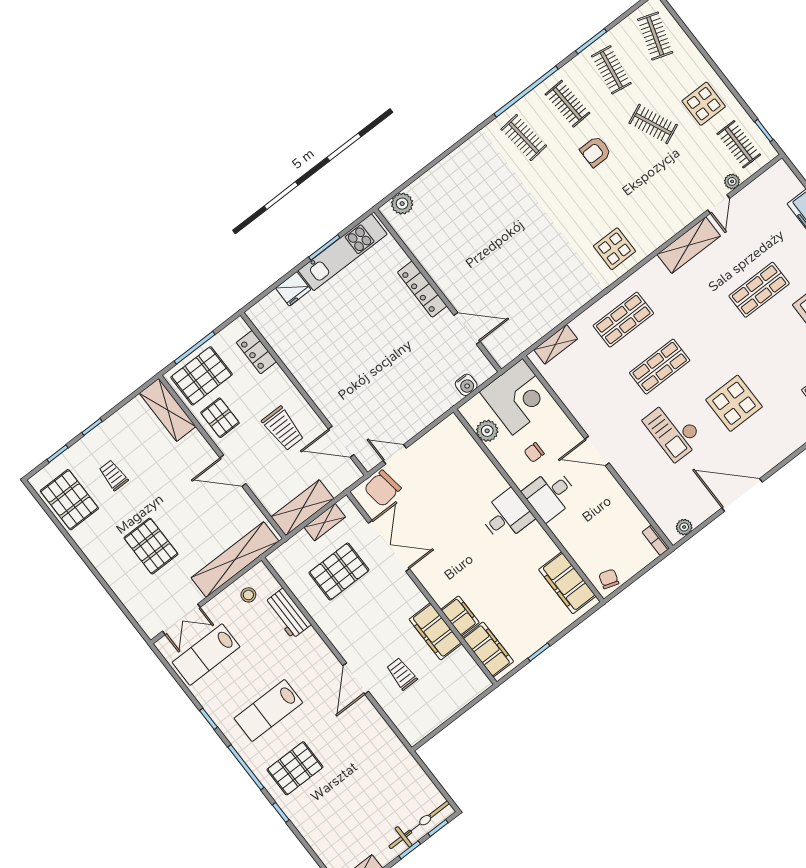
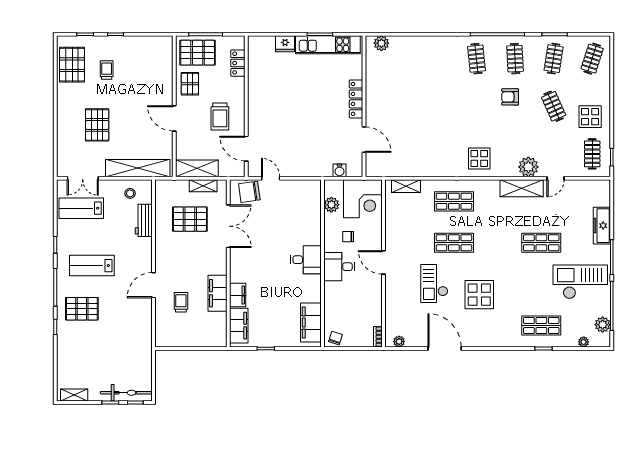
plant: (732, 181) -> (528, 167), moved, width x1.88, depth x1.88
shelving: (168, 410) -> (164, 57), removed

